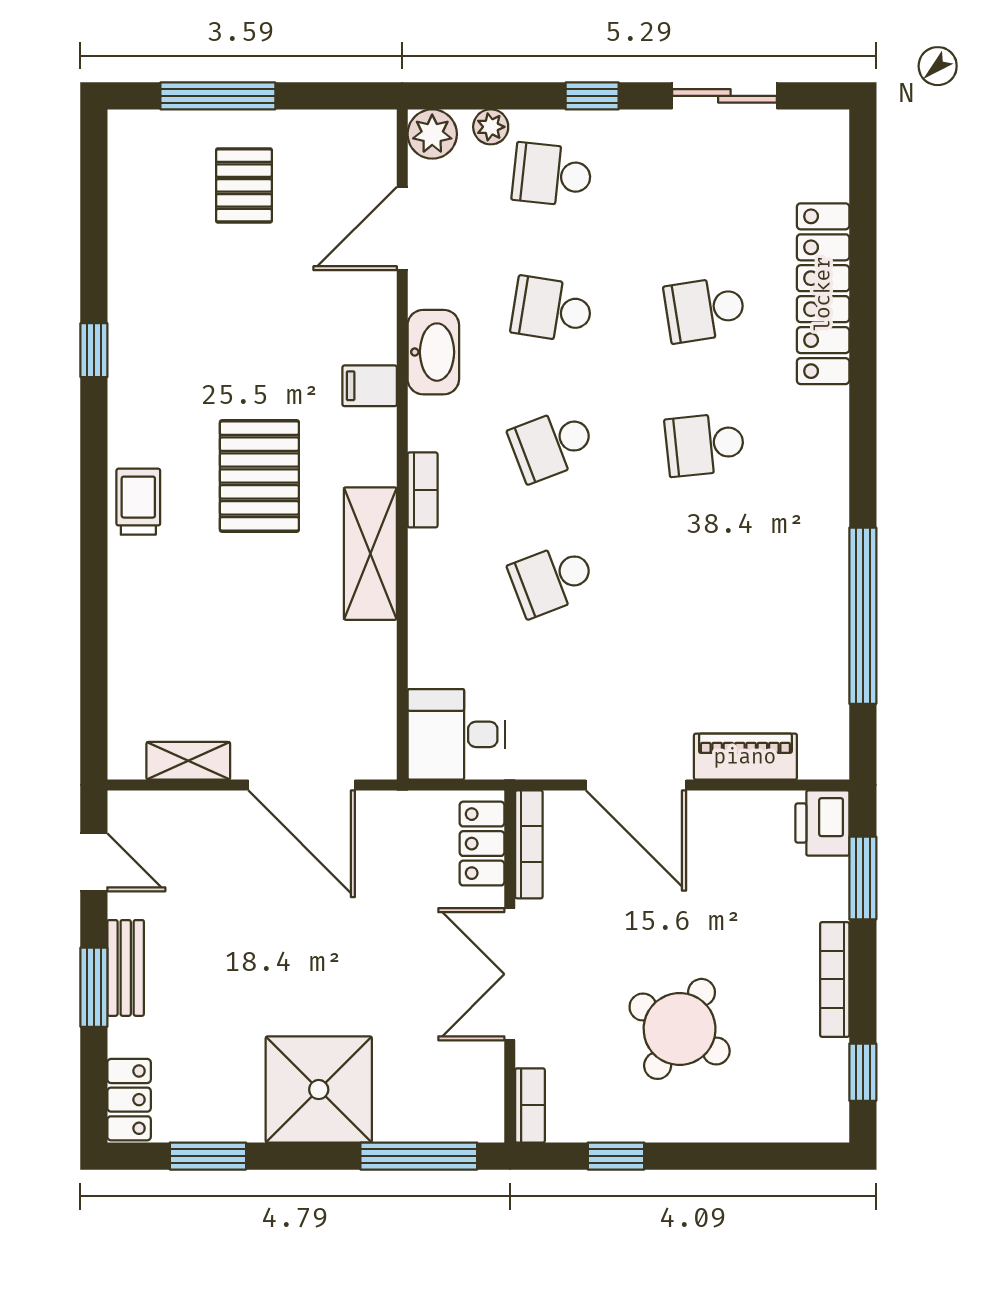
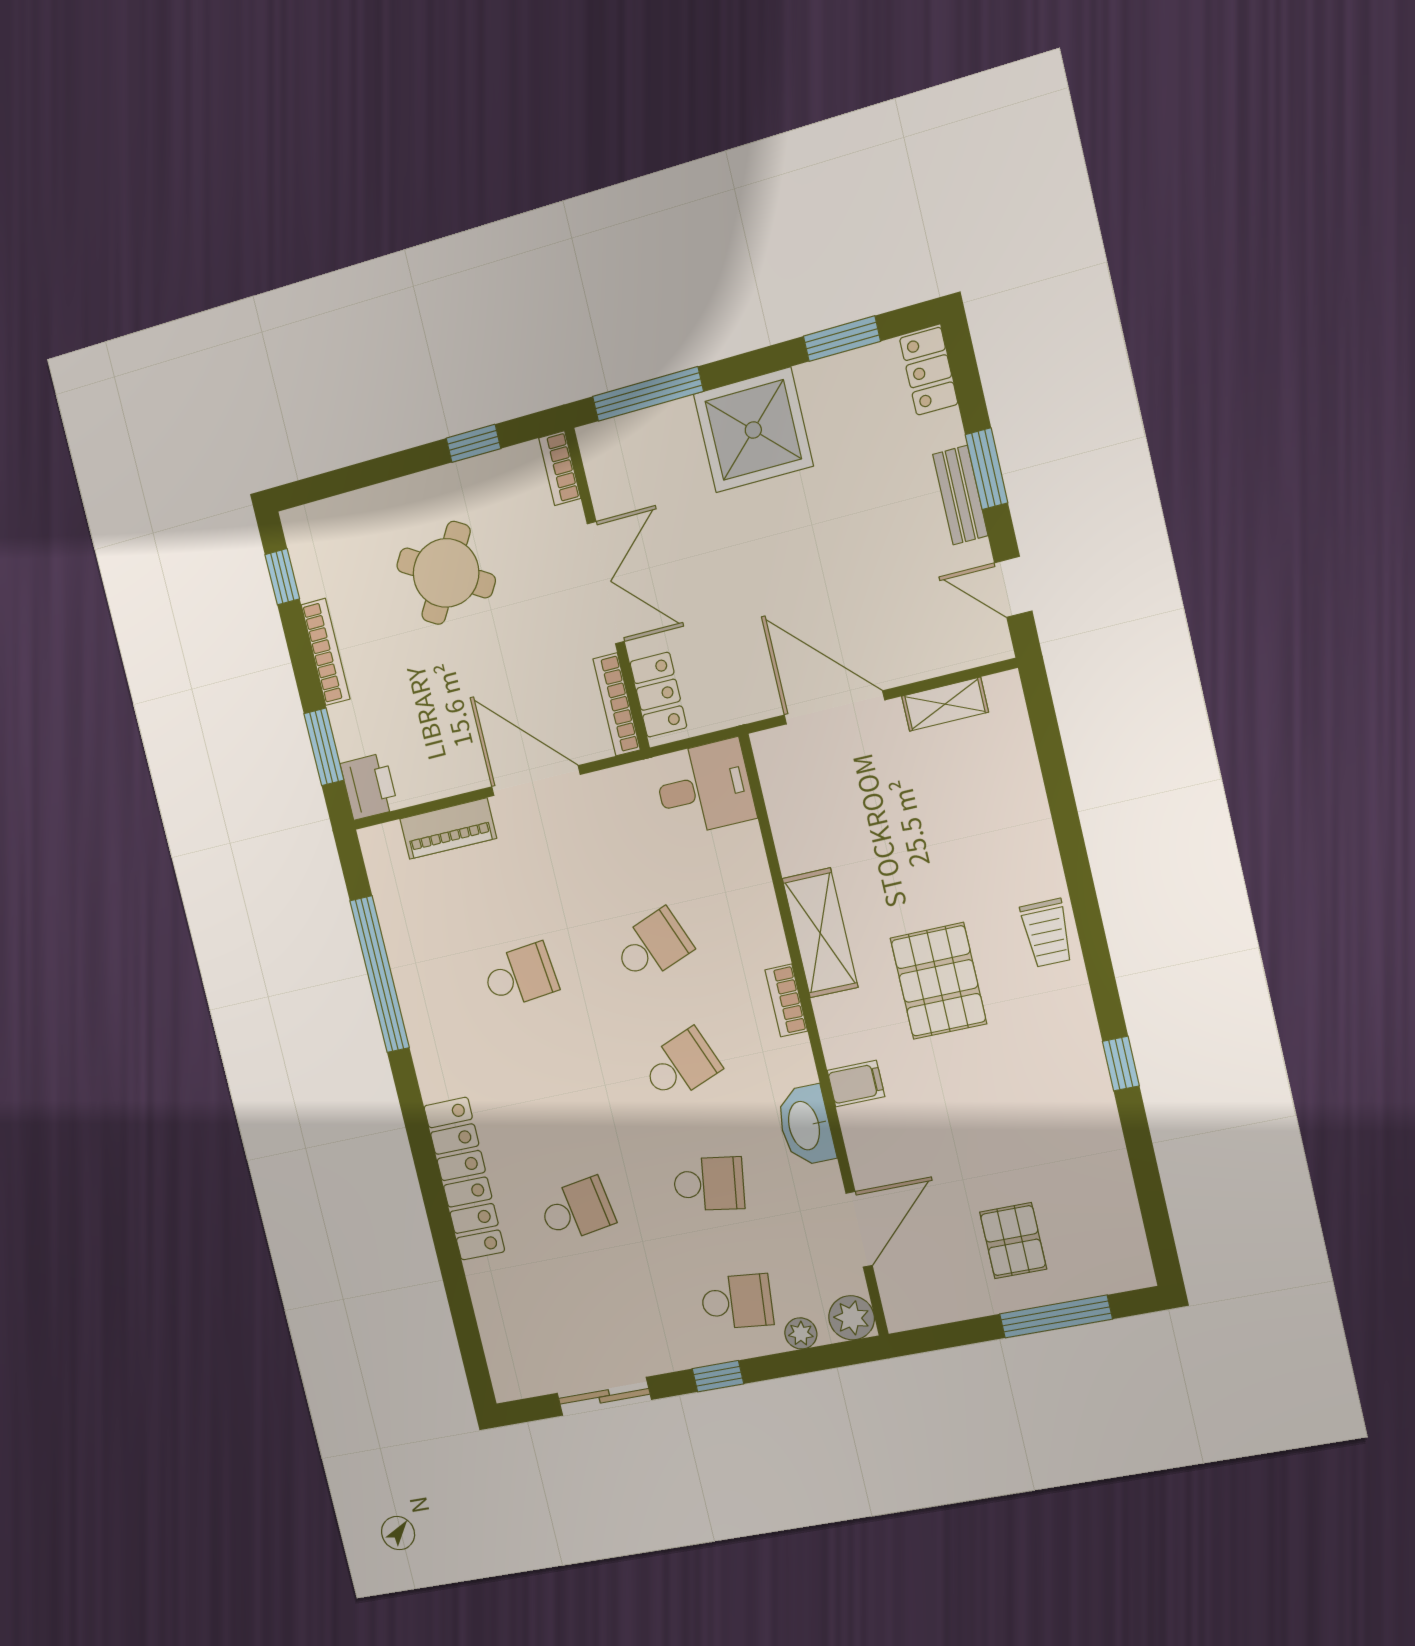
locker: (823, 294) -> (464, 1179), moved
school desk: (705, 445) -> (520, 976), moved

